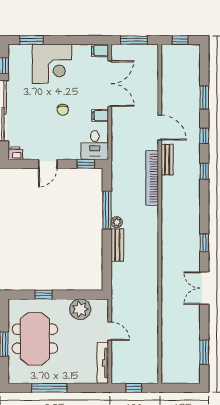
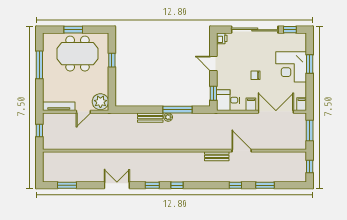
window: (31, 40) -> (310, 64), moved
double door: (110, 84) -> (276, 112), swing flipped
door: (160, 128) -> (242, 151), swing flipped
window: (204, 171) -> (177, 185), moved
bookcase: (152, 178) -> (202, 145), removed
plant: (80, 309) -> (100, 102), moved

